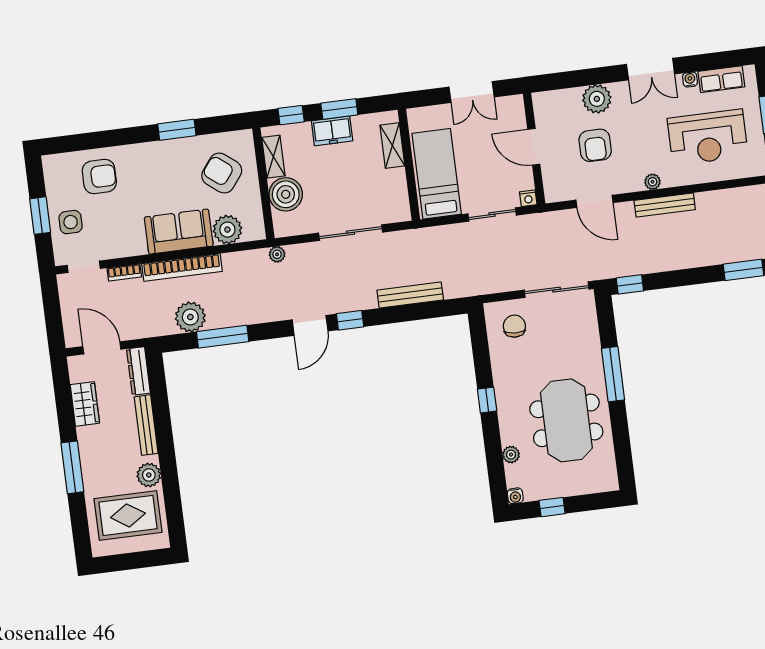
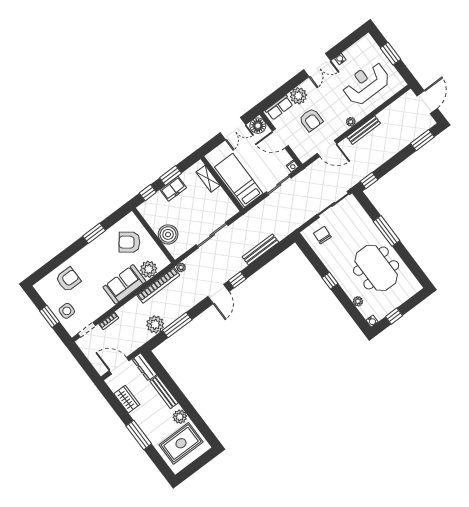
row of seats: (721, 79) -> (279, 108), moved
floor lamp: (511, 109) -> (258, 126), added
reception desk: (708, 137) -> (366, 83), turned 180
shelving: (273, 157) -> (151, 219), removed
bookcase: (182, 267) -> (158, 285), moved

